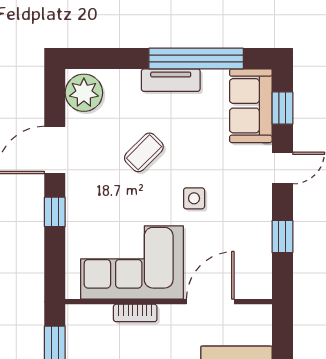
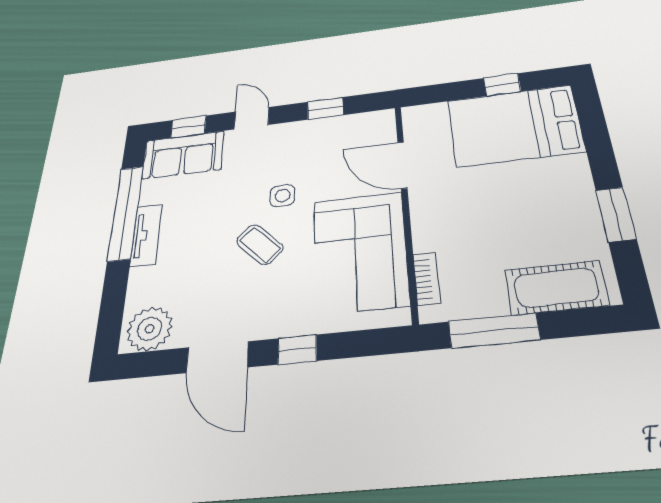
coffee table: (144, 152) -> (260, 244), moved
bookcase: (135, 313) -> (427, 279), moved

